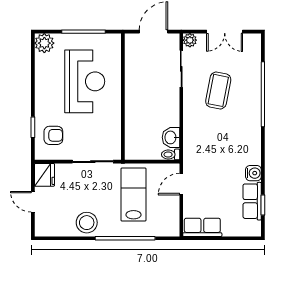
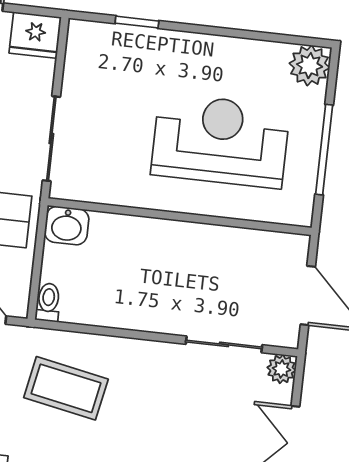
reception desk: (85, 81) -> (220, 141), turned 180
coffee table: (218, 90) -> (66, 388), moved
armchair: (53, 135) -> (115, 63), removed
washbasin: (171, 137) -> (67, 226), moved, turned 180

